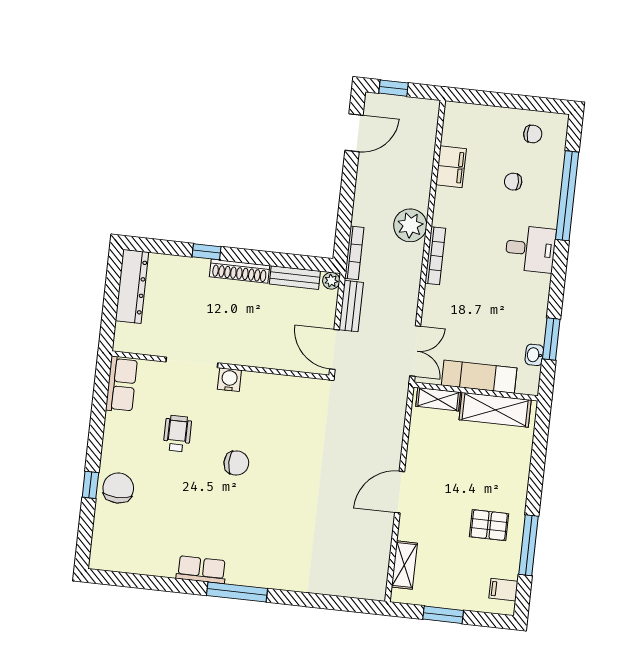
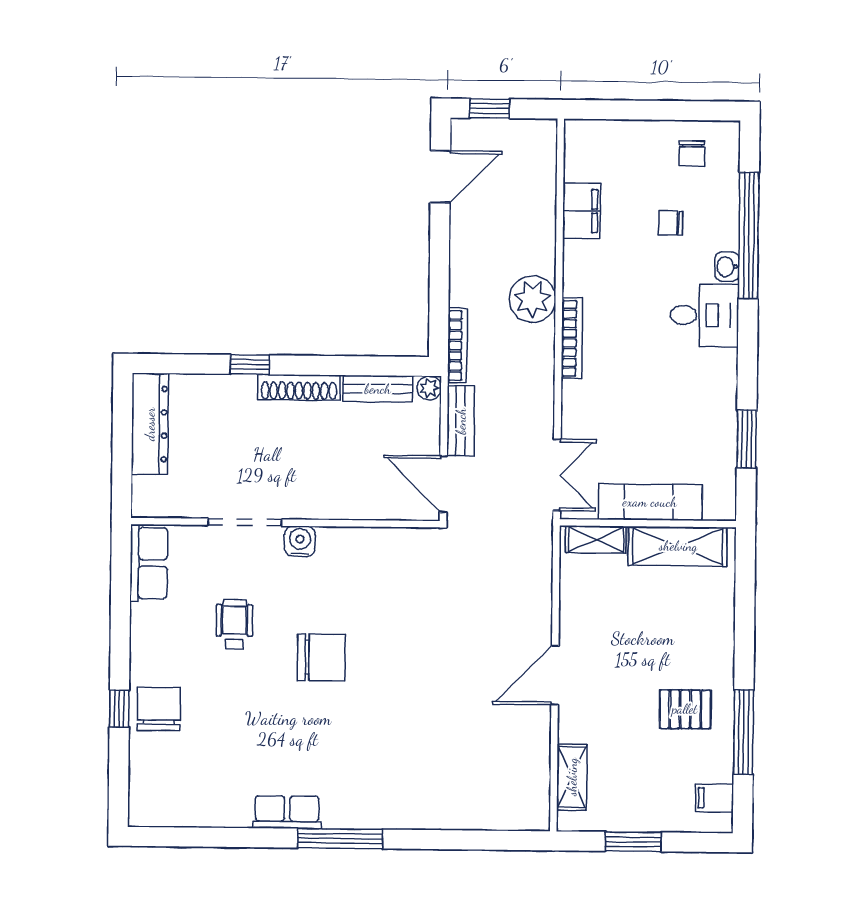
chair: (533, 134) -> (692, 153), turned 90
washbasin: (534, 355) -> (727, 267), moved
chair: (236, 463) -> (321, 657), width x1.37, depth x1.37

